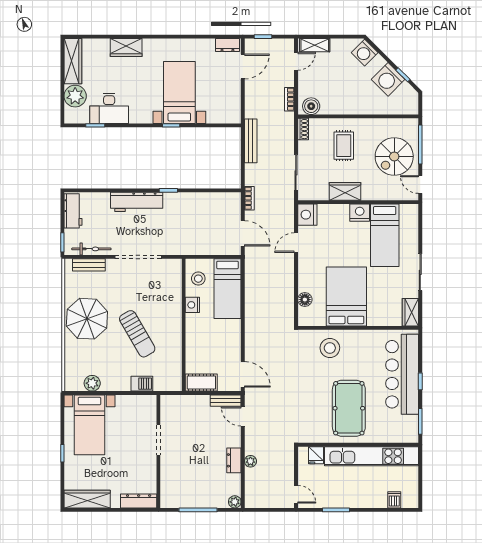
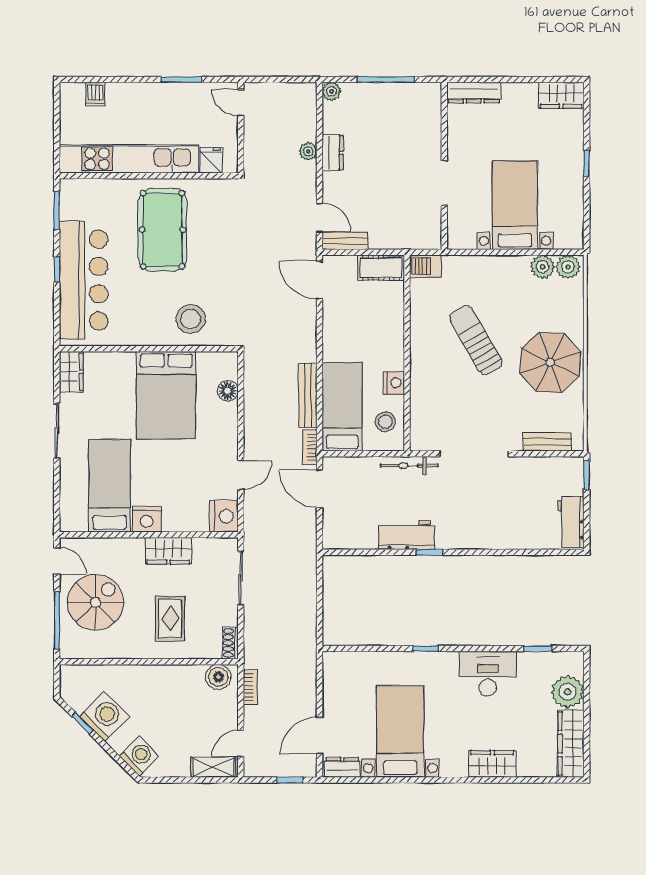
bed with nightstands: (179, 92) -> (400, 731), moved, turned 180
desk: (109, 108) -> (488, 674), moved
bench: (251, 141) -> (308, 395), moved
bookcase: (249, 198) -> (310, 447), moved
workbench: (137, 202) -> (407, 535), moved, width x0.73
bicycle: (91, 249) -> (409, 466), moved
plant: (75, 383) -> (568, 267), added
barbecue: (142, 384) -> (426, 266), moved
bed with nightstands: (89, 425) -> (515, 205), moved
wardrobe: (87, 499) -> (561, 95), width x0.67

